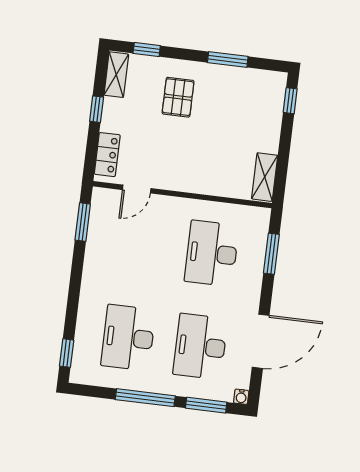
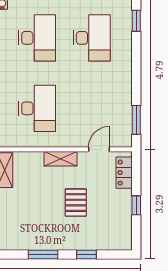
window: (147, 50) -> (87, 255), moved
shelving: (116, 75) -> (60, 159), moved, turned 90
pallet: (178, 97) -> (76, 203), moved

